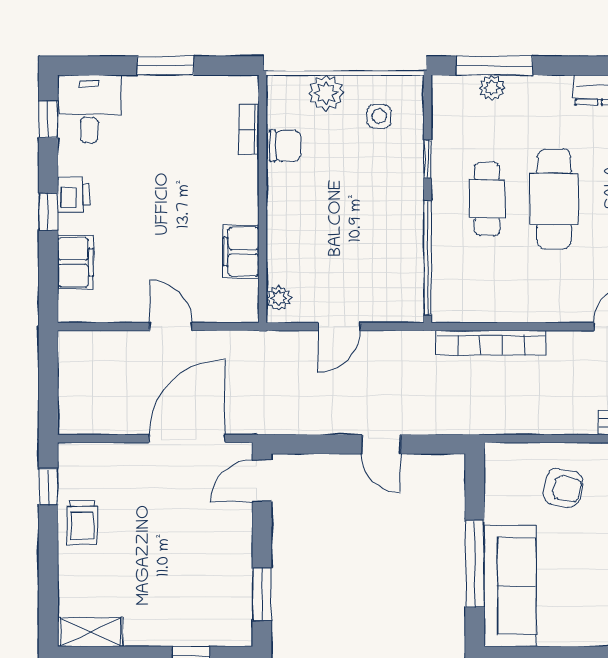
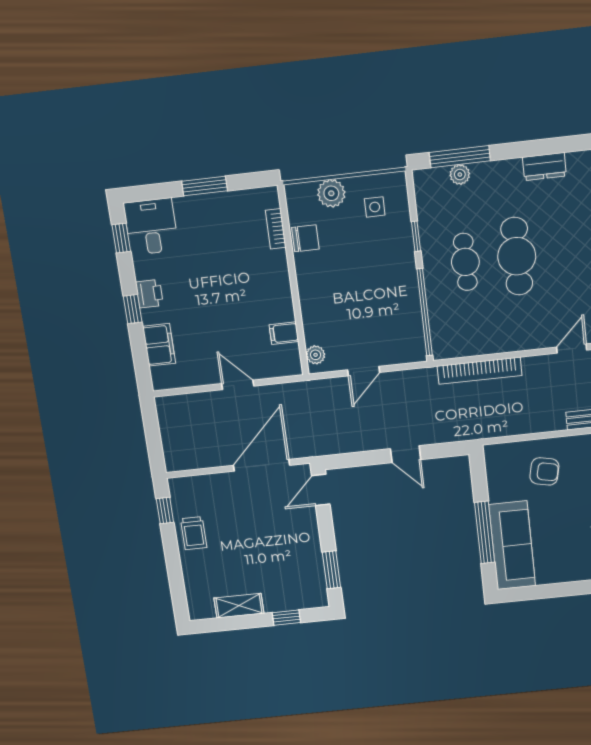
filing cabinet: (241, 252) -> (284, 333), width x0.50
shelving: (90, 632) -> (239, 606), moved

